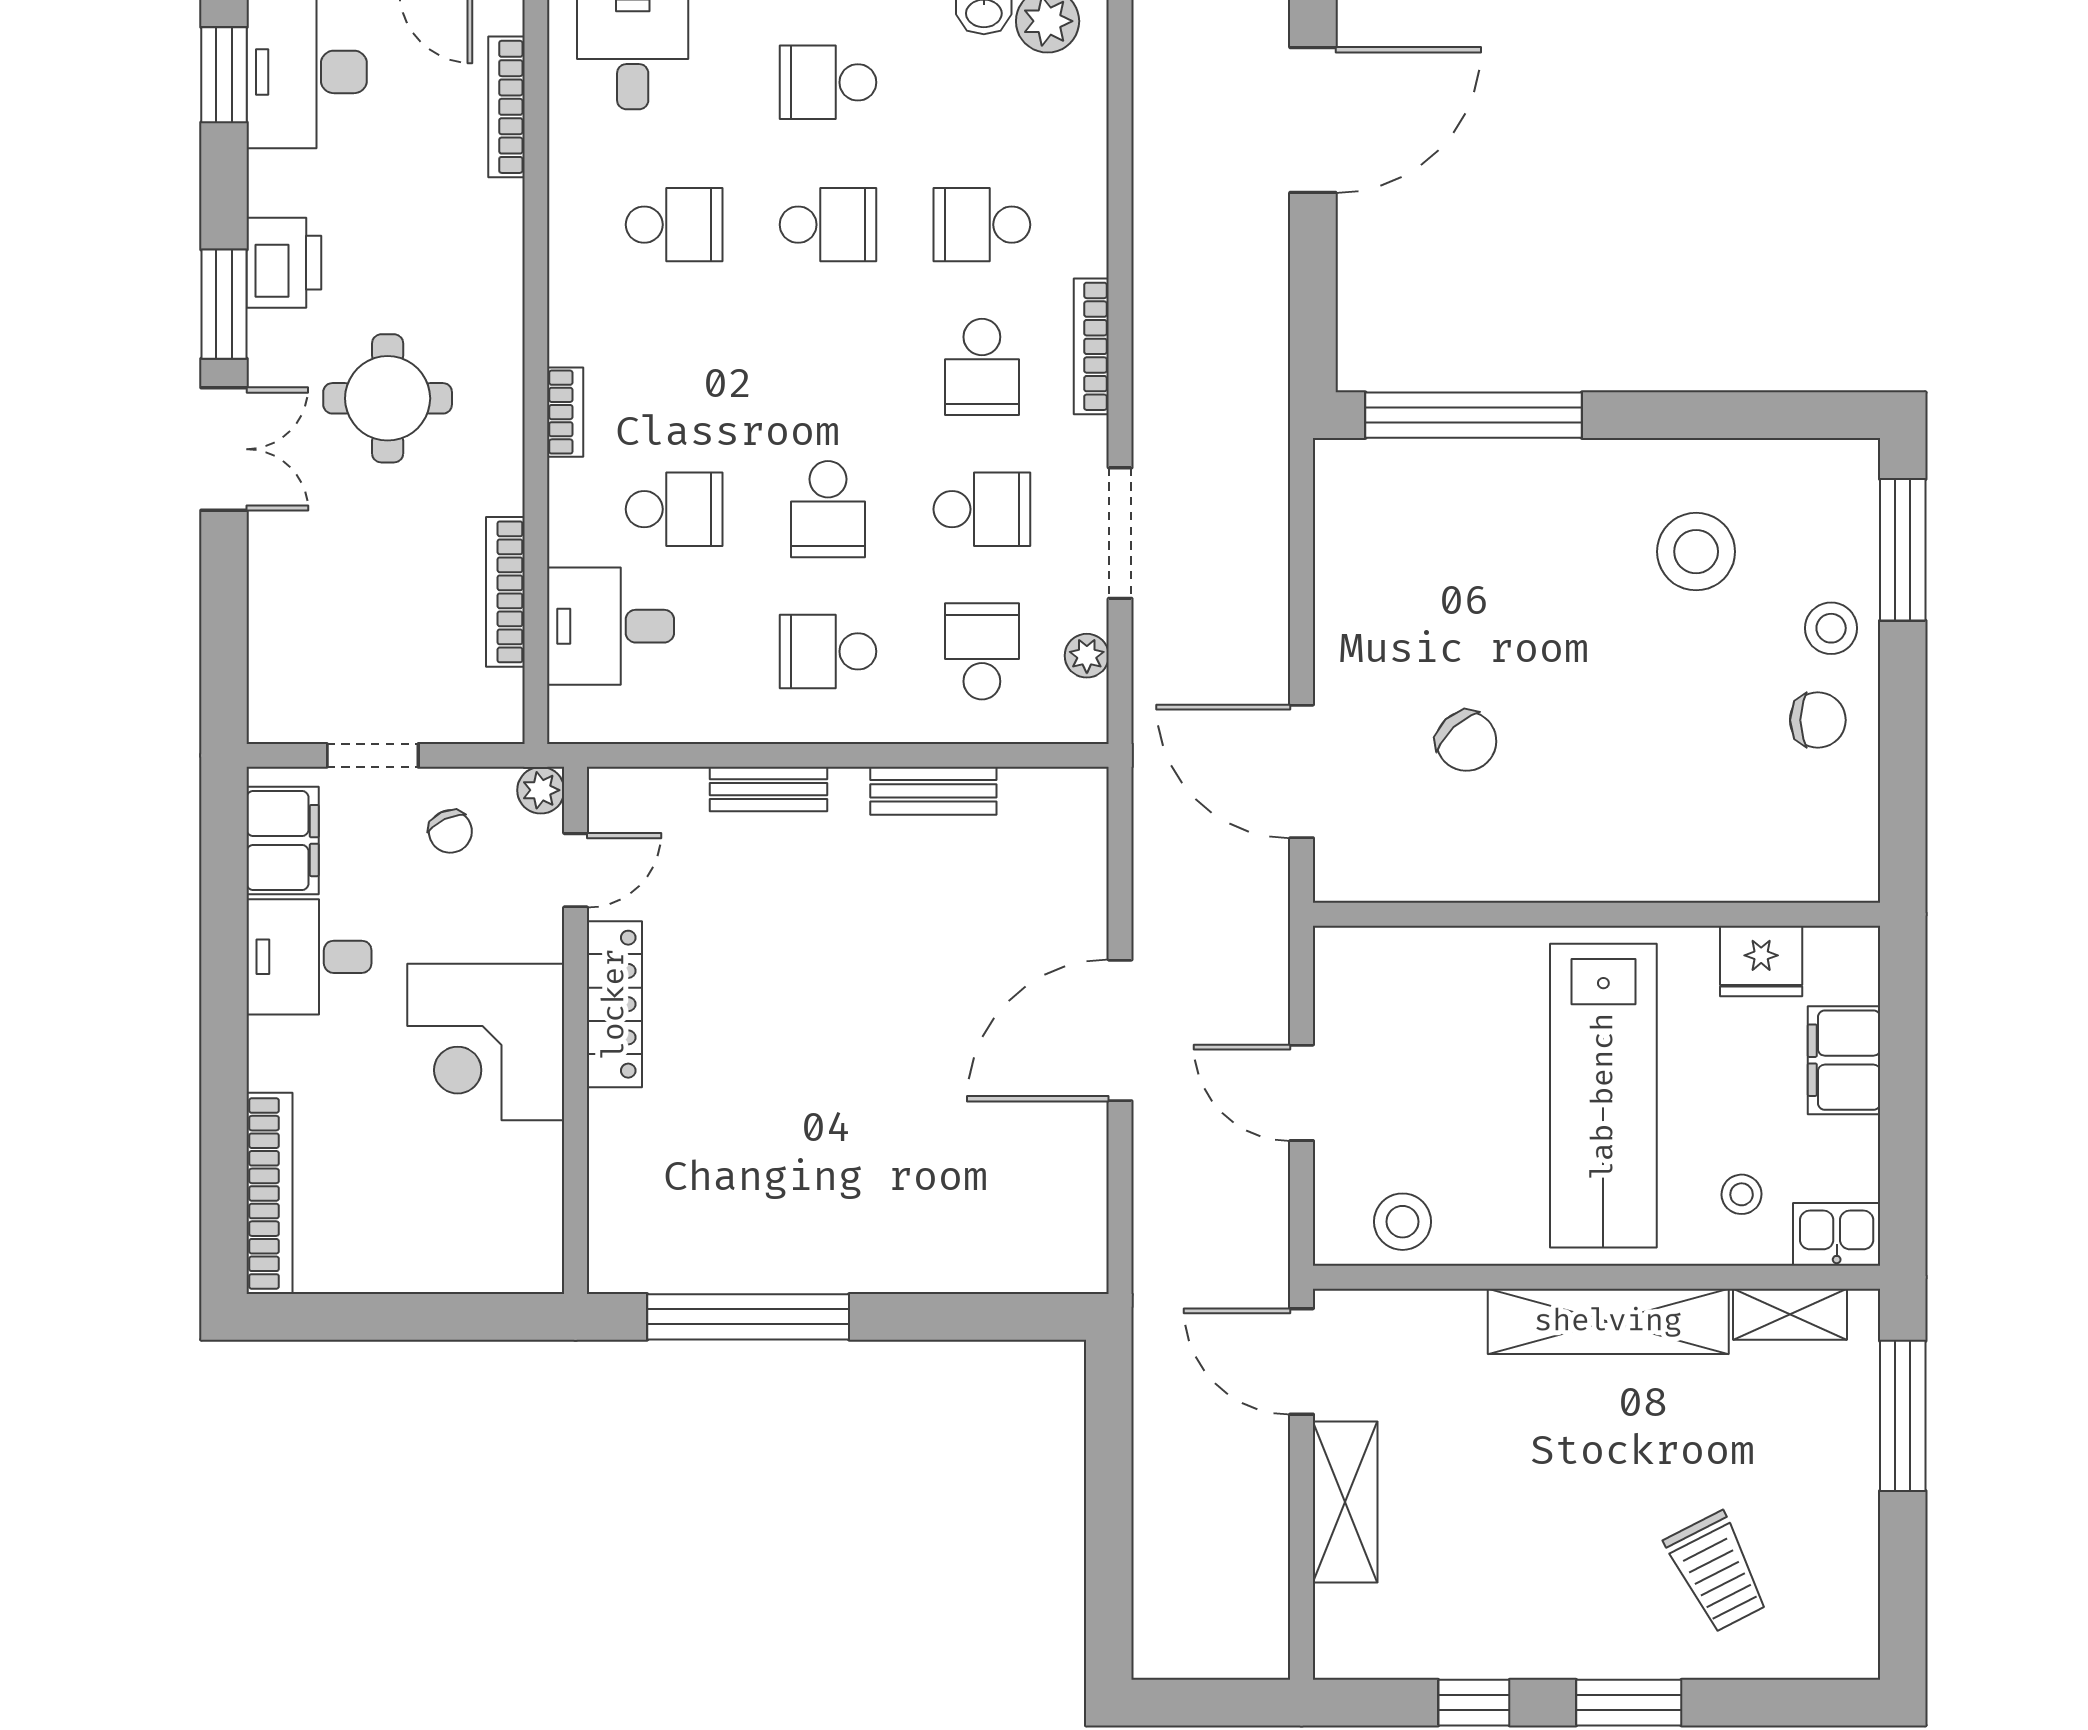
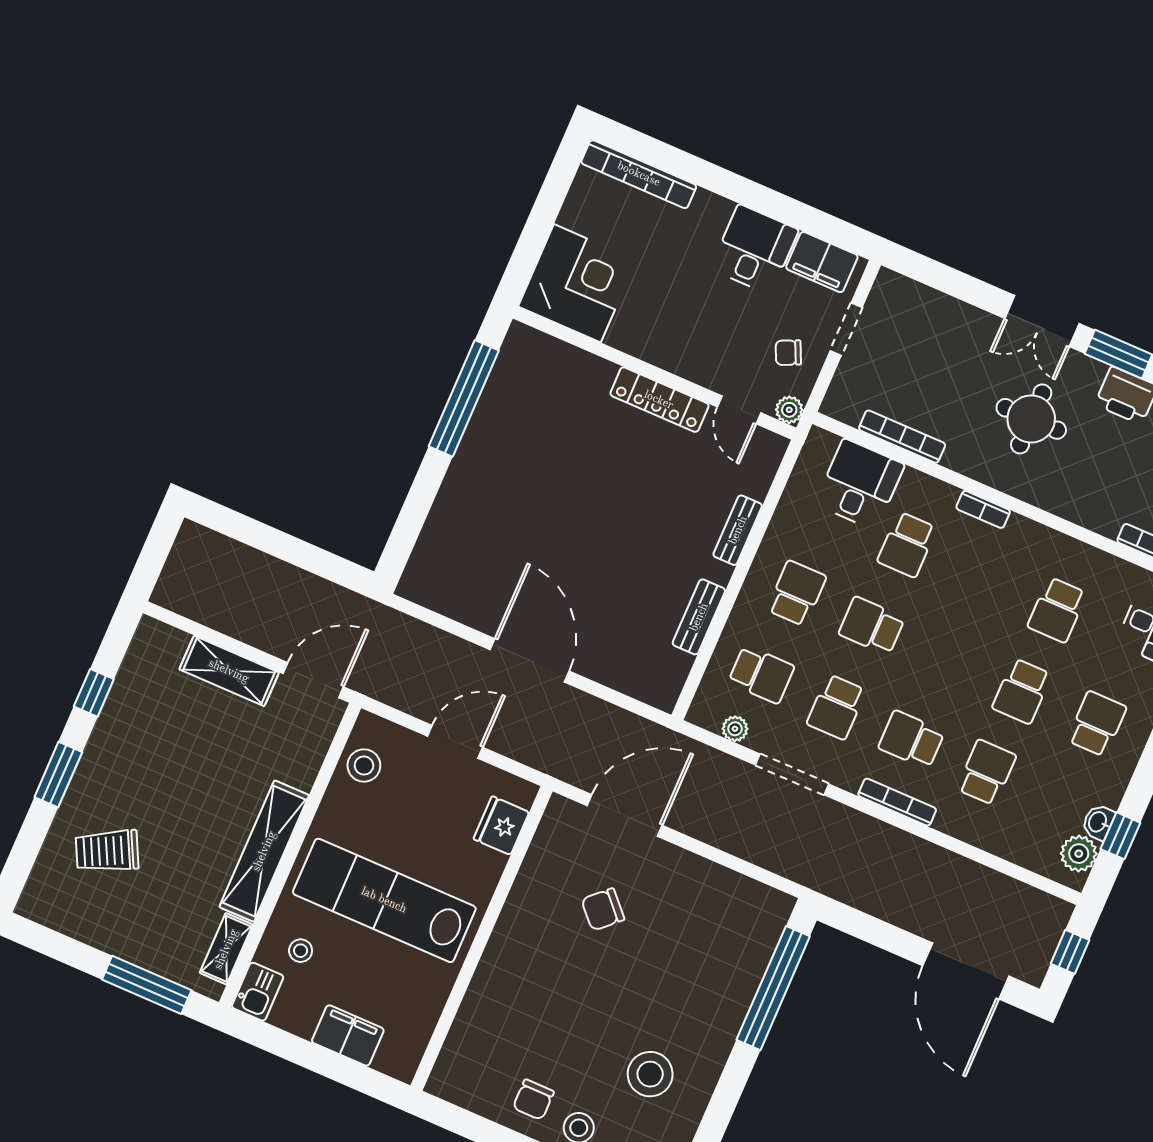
fridge: (1761, 961) -> (501, 826), moved
corner desk: (486, 1042) -> (577, 283), moved, turned 90

